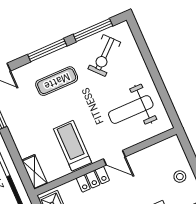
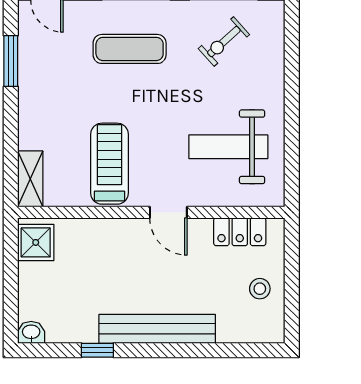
exercise bike: (104, 56) -> (224, 42), width x0.73, depth x0.72
locker: (93, 179) -> (240, 232), moved

